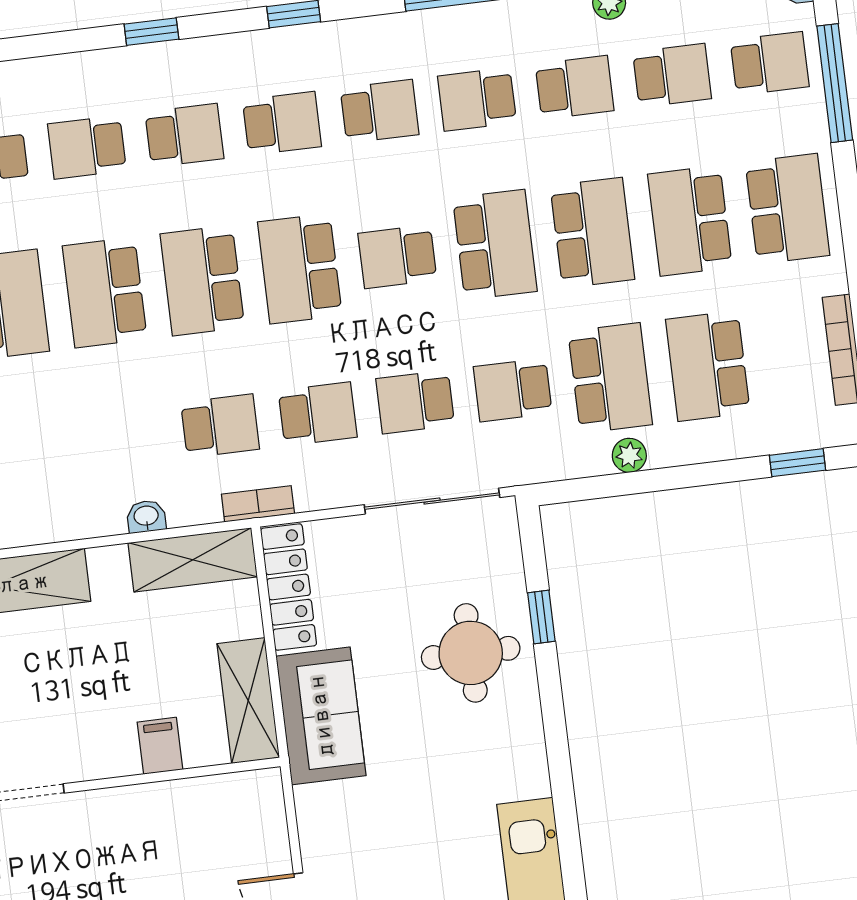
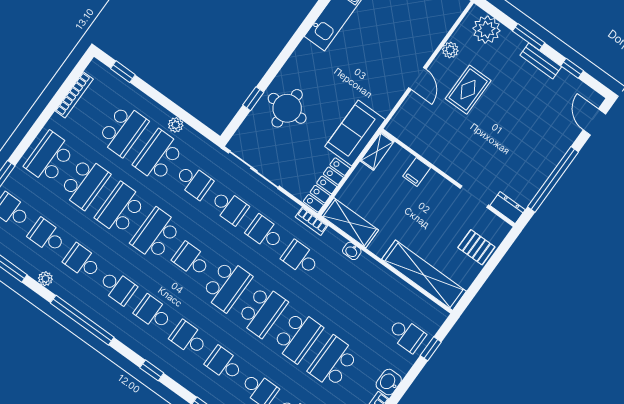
school desk: (397, 257) -> (191, 260), turned 180
shelving: (248, 701) -> (377, 151), width x0.67, depth x0.75

